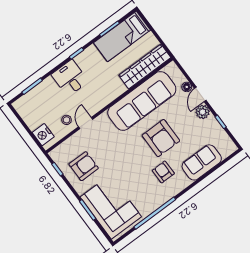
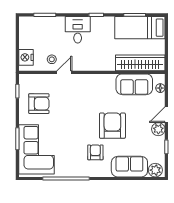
floor lamp: (187, 87) -> (160, 88), moved
sofa: (142, 101) -> (134, 84), width x0.54, depth x0.79
armchair: (161, 138) -> (112, 126), turned 180
plant: (226, 149) -> (155, 170), added

